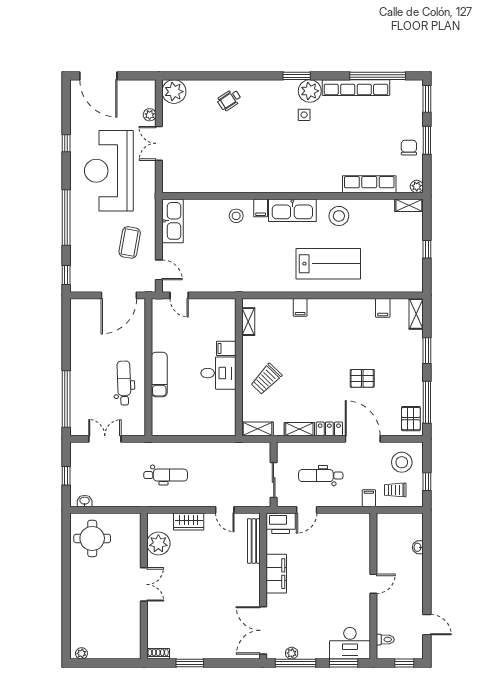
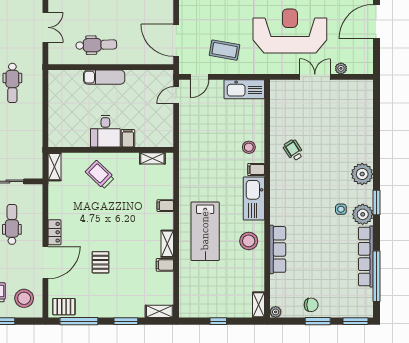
plant: (174, 92) -> (362, 174), moved
wheelchair: (229, 100) -> (293, 150), moved
row of seats: (369, 184) -> (278, 249), moved
filing cabinet: (383, 308) -> (165, 265), moved
shelving: (299, 429) -> (167, 244), moved

